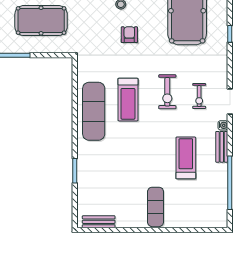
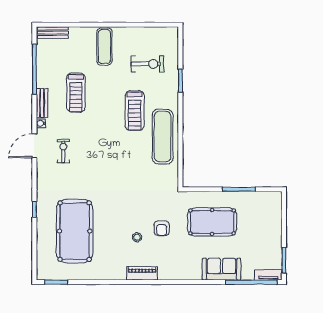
armchair: (129, 35) -> (162, 228), moved
exercise bike: (167, 92) -> (147, 64), moved, turned 90
treadmill: (128, 100) -> (135, 111), moved, turned 180
bench: (99, 222) -> (53, 33), moved

